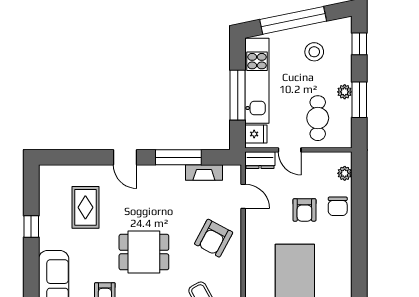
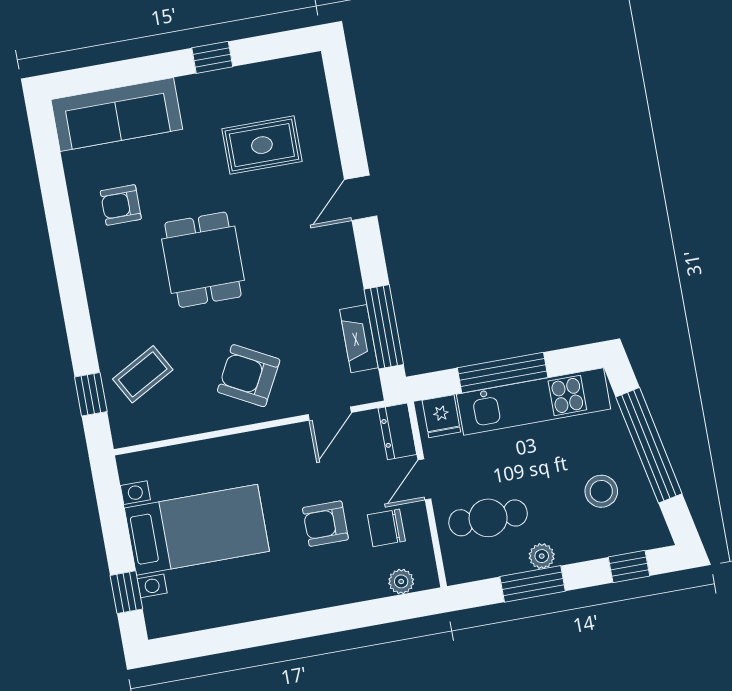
window: (178, 157) -> (384, 327), moved
chair: (338, 206) -> (386, 528), moved

